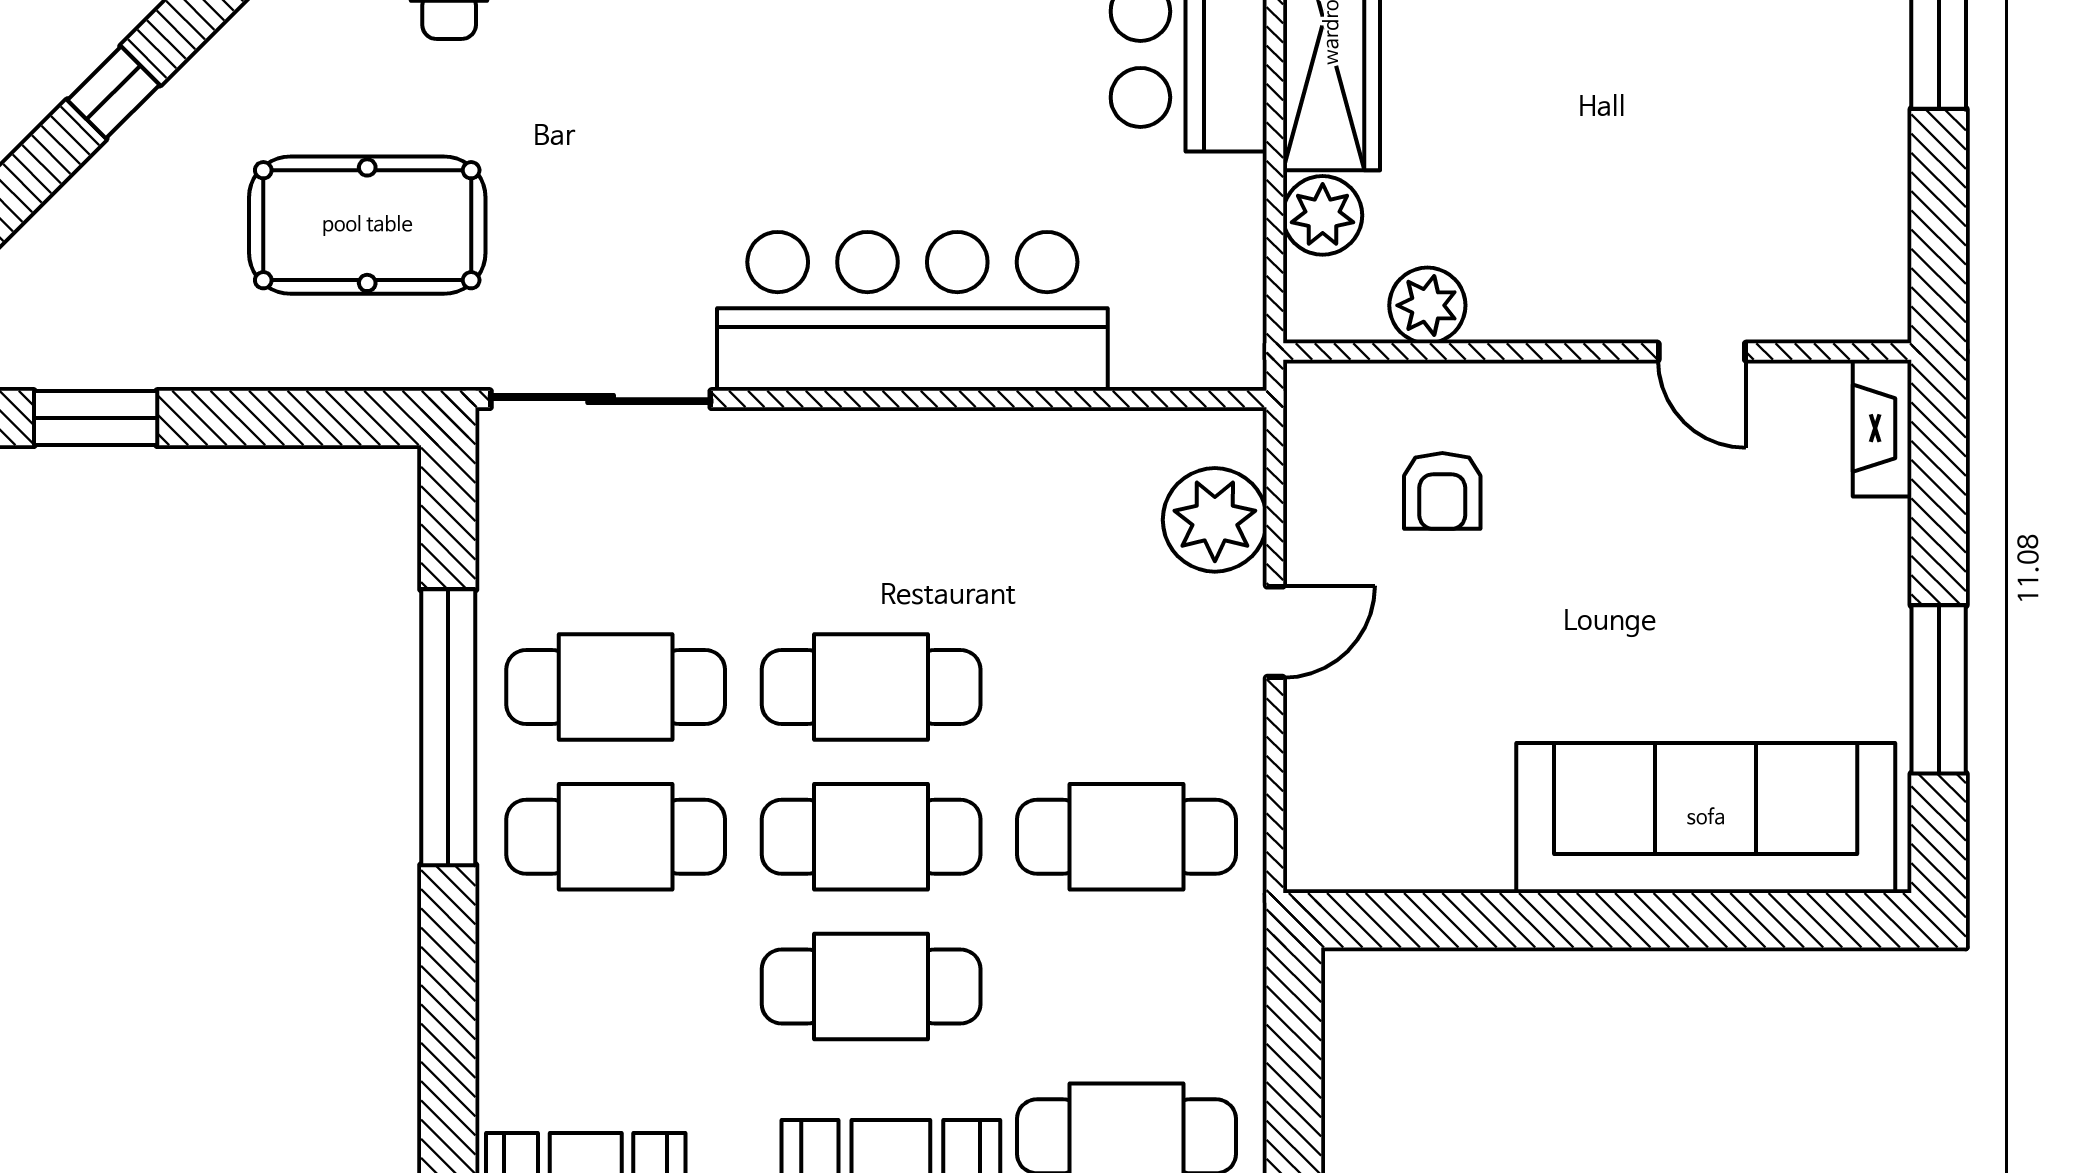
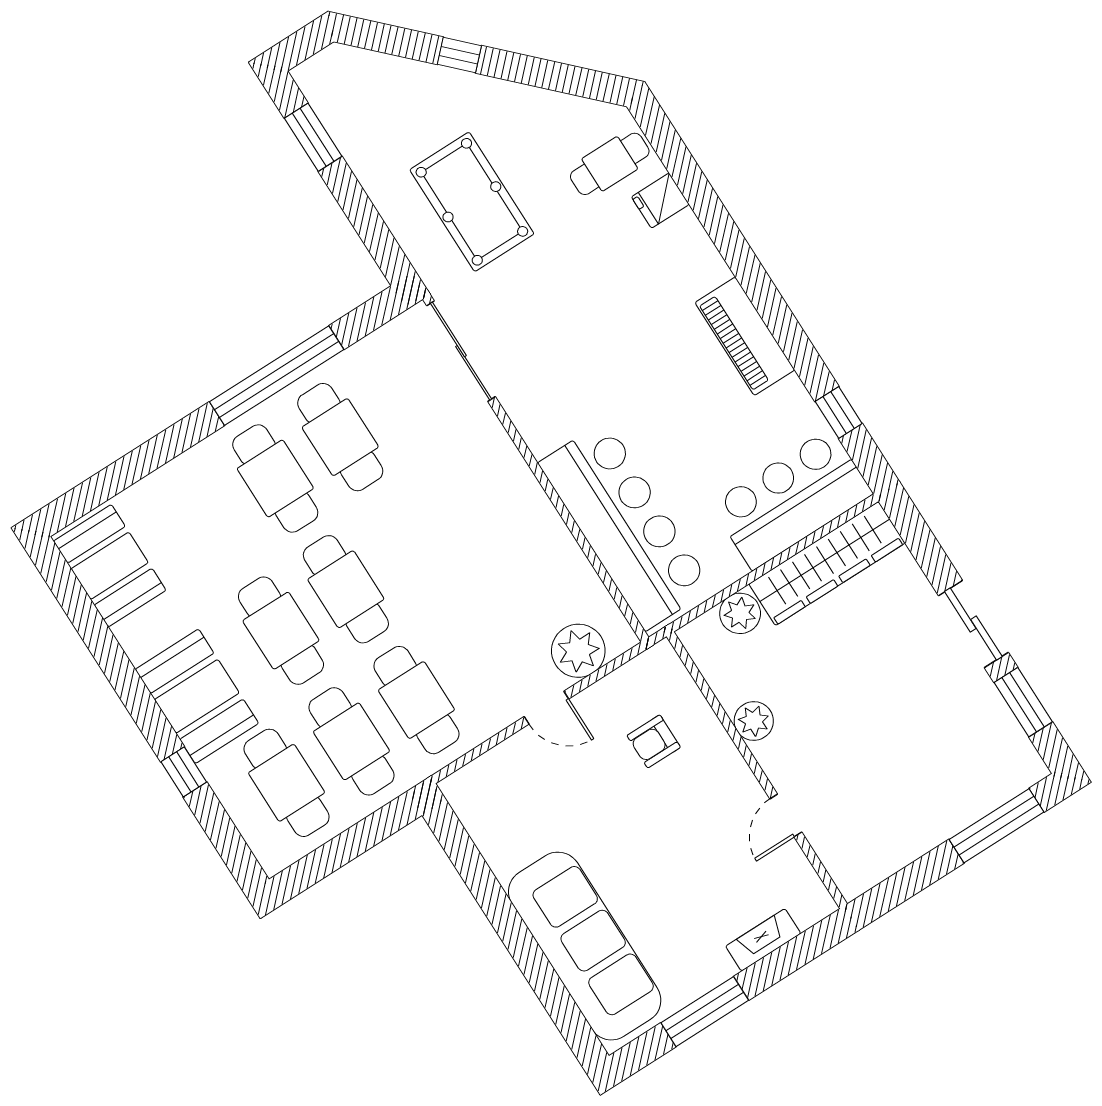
plant: (1427, 305) -> (754, 721), moved
bar counter: (912, 311) -> (626, 526), moved
fireplace: (1882, 428) -> (763, 940), moved
cafe table: (871, 687) -> (351, 741), moved

